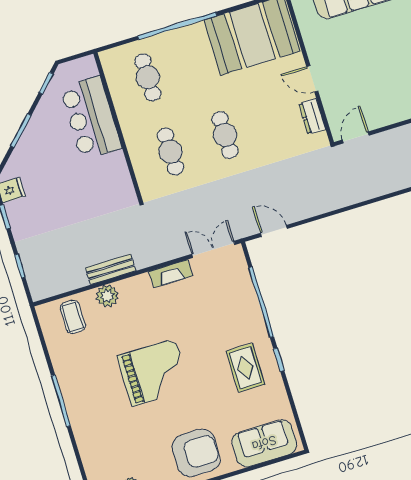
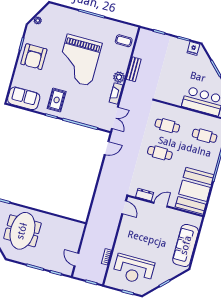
plant: (107, 296) -> (119, 77), moved
rug: (246, 368) -> (57, 100), turned 90
grand piano: (154, 372) -> (79, 60), width x1.37, depth x1.48
sofa: (264, 443) -> (24, 98), moved, turned -90

